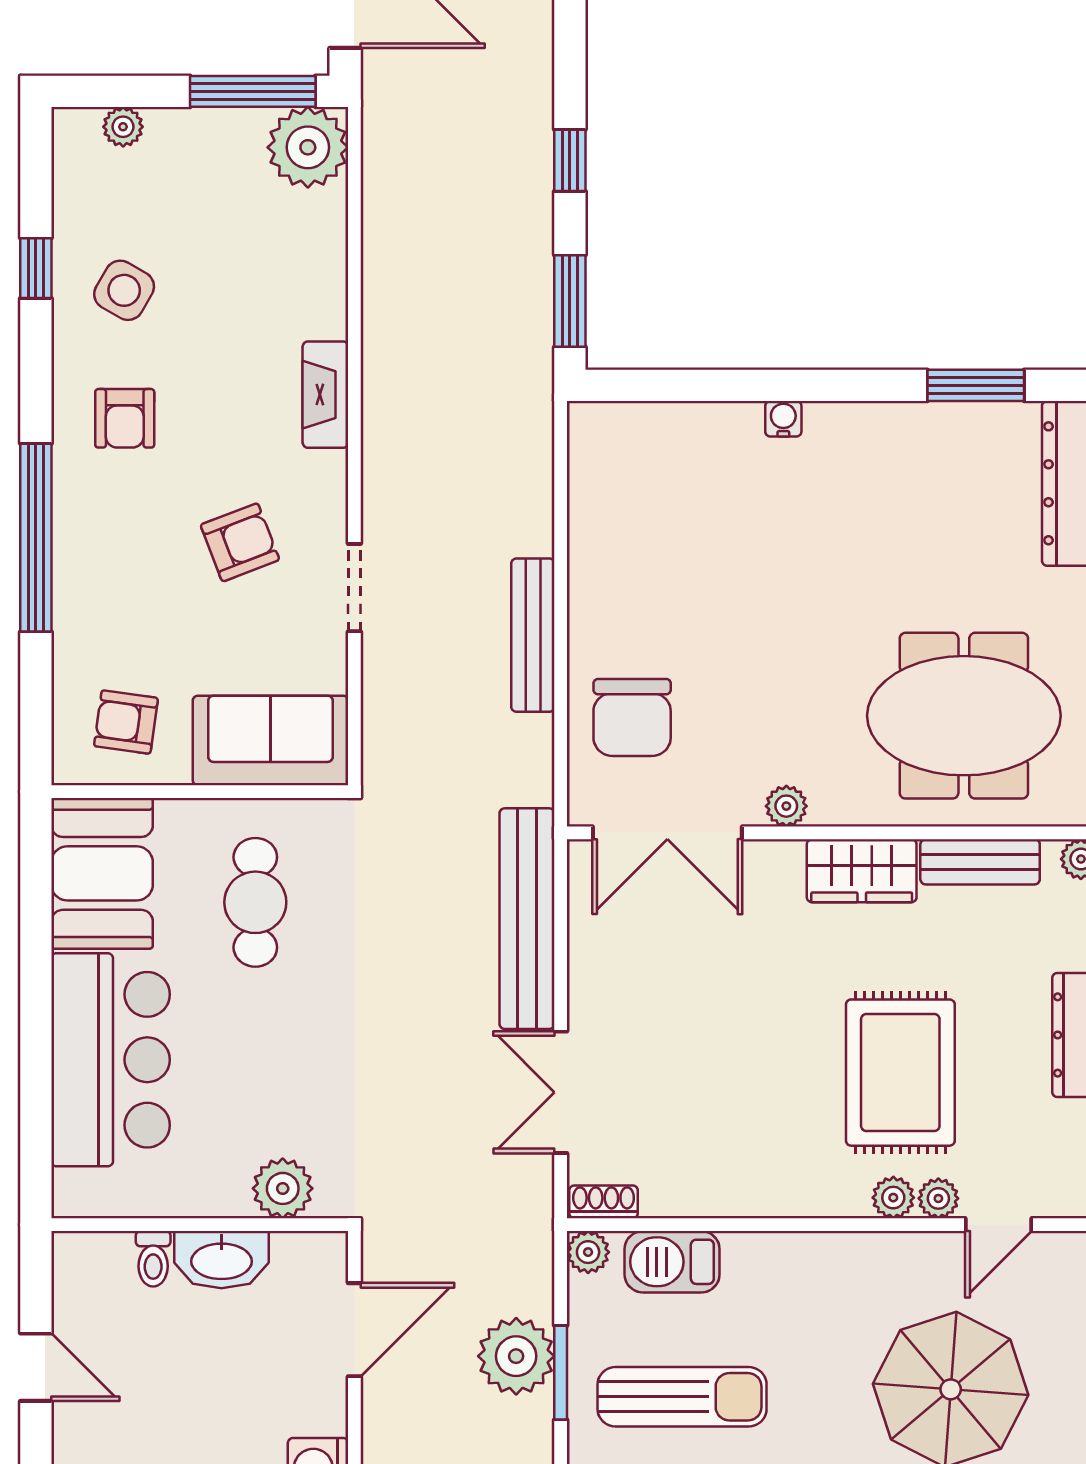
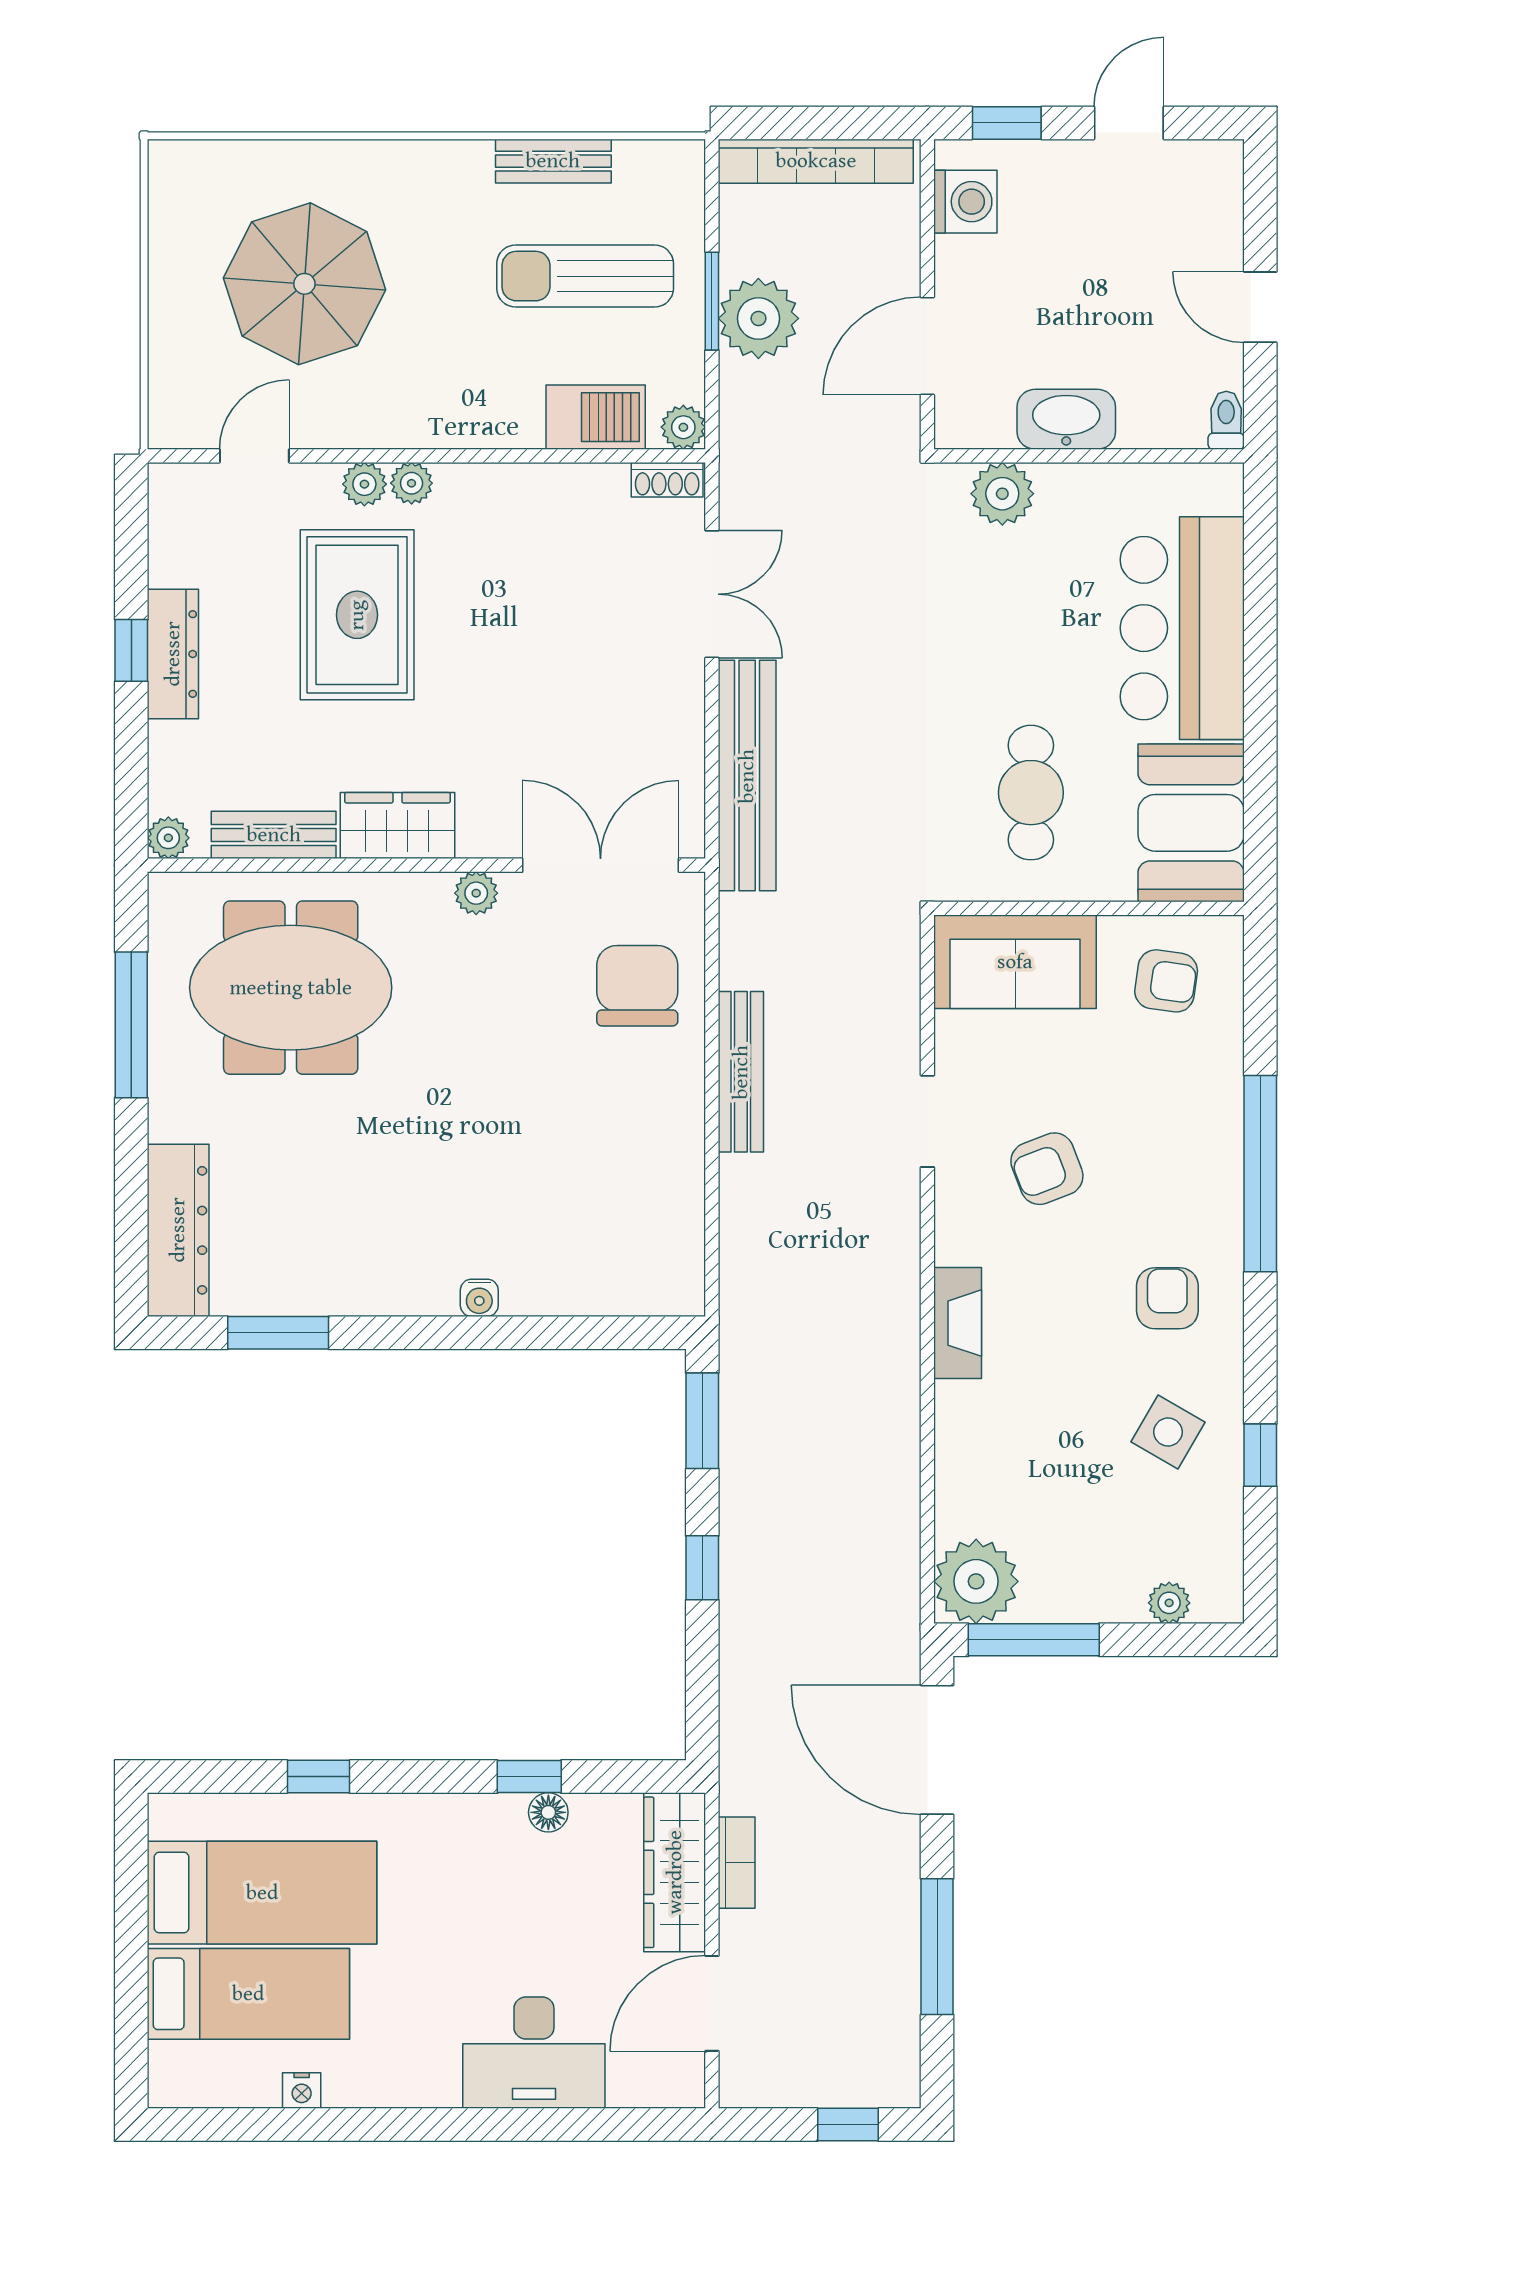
plant: (938, 1198) -> (412, 483), moved
toilet: (153, 1259) -> (1226, 420), moved

